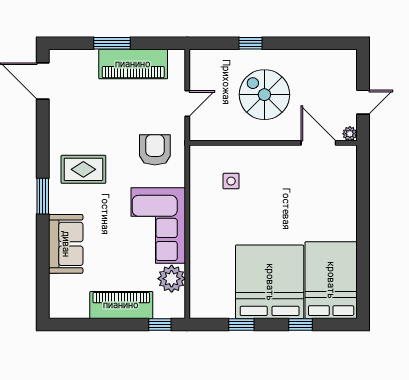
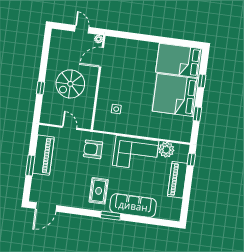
sofa: (66, 244) -> (133, 206), width x1.36

